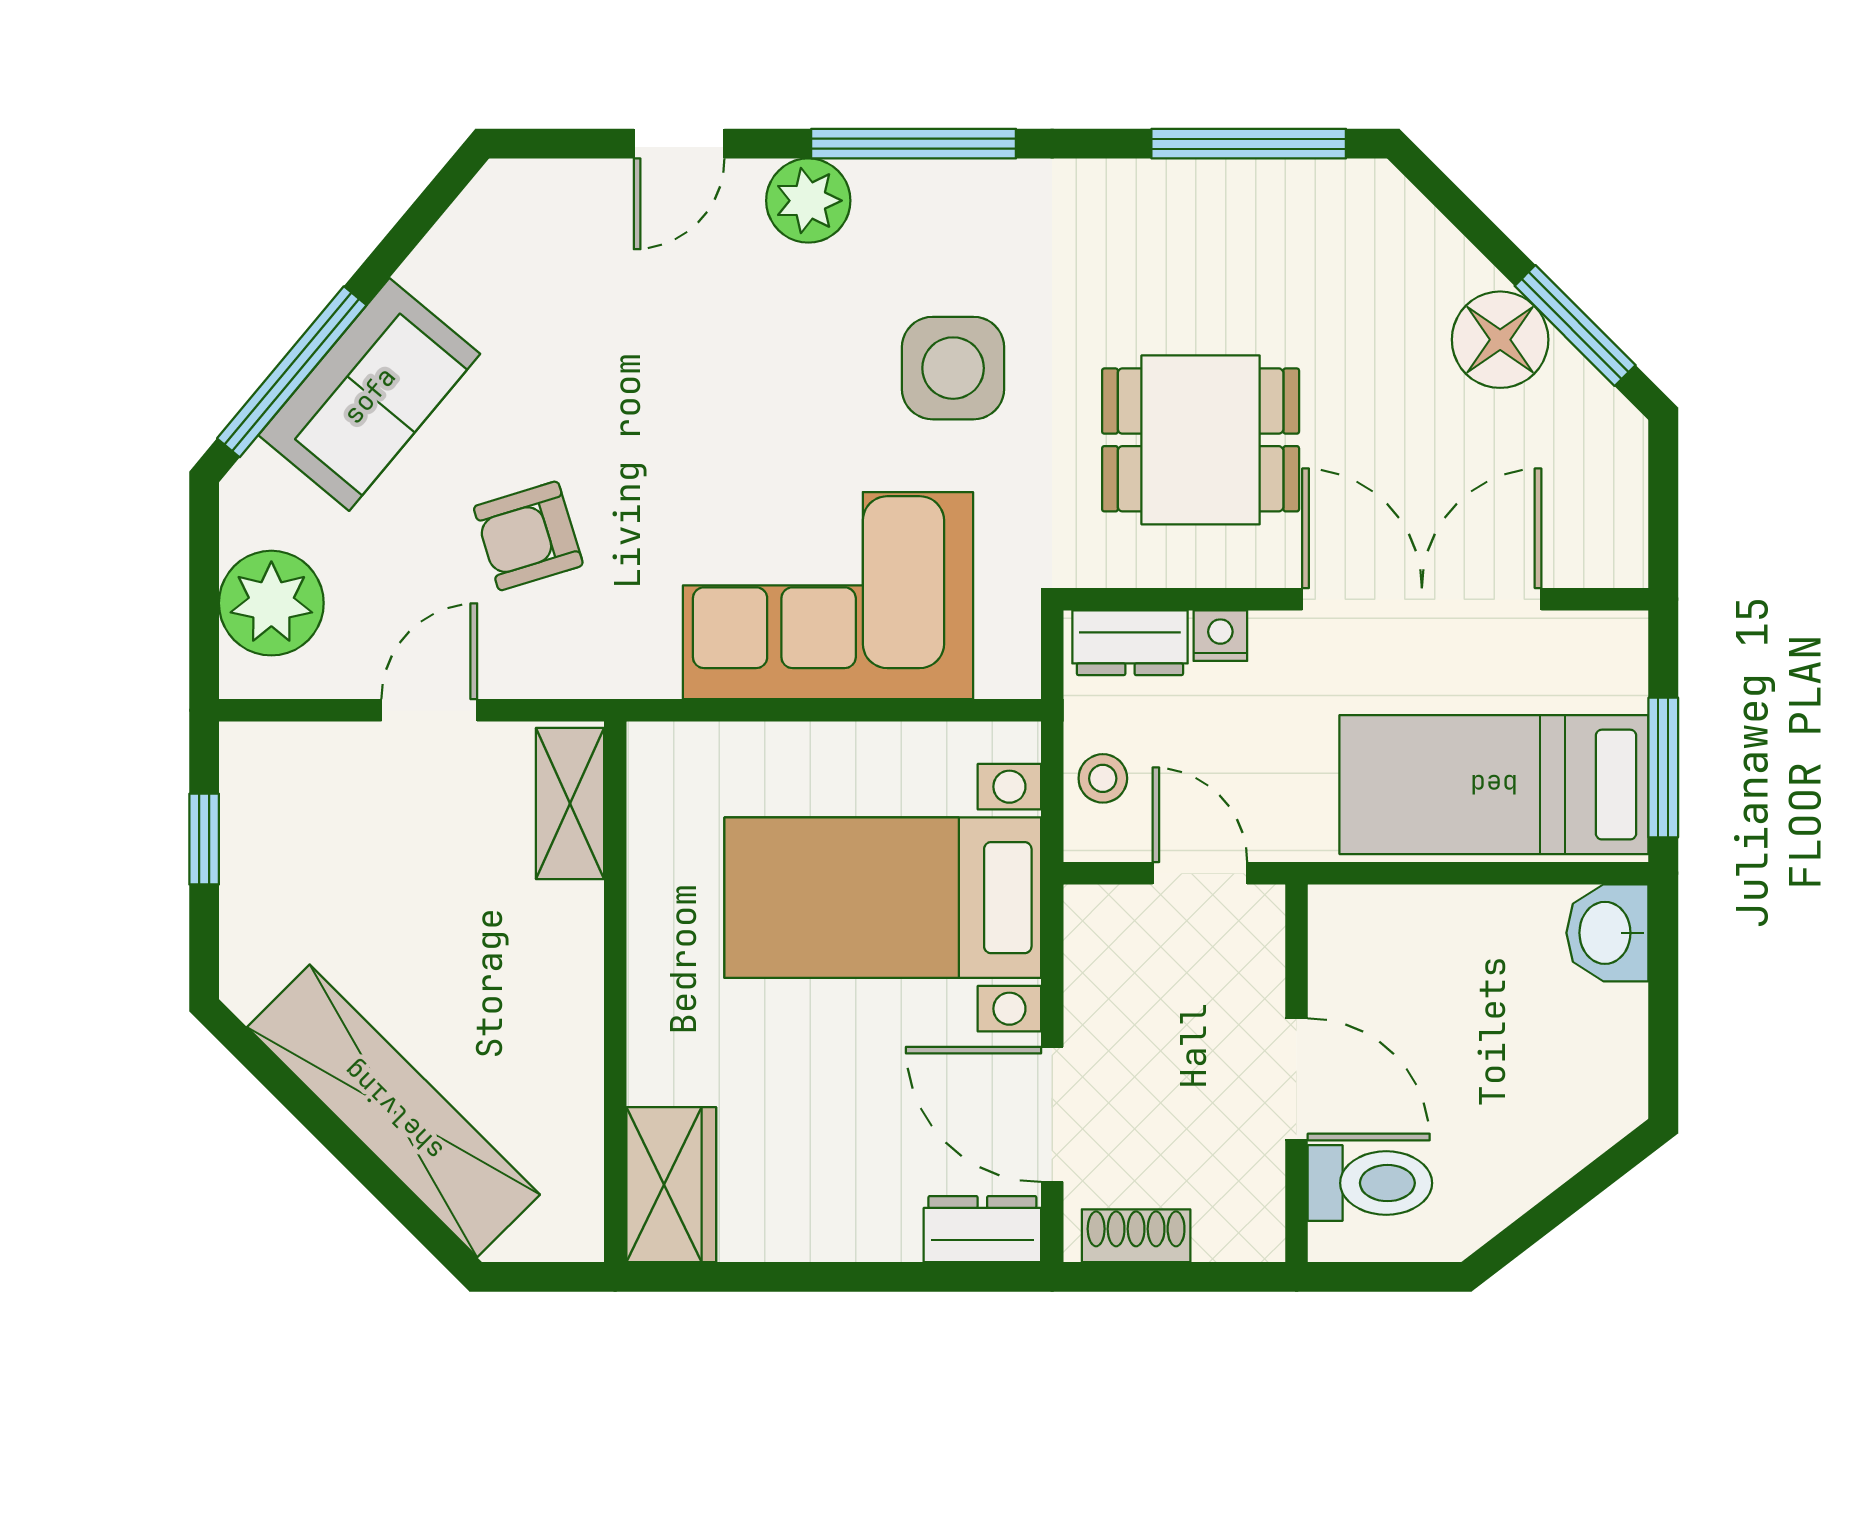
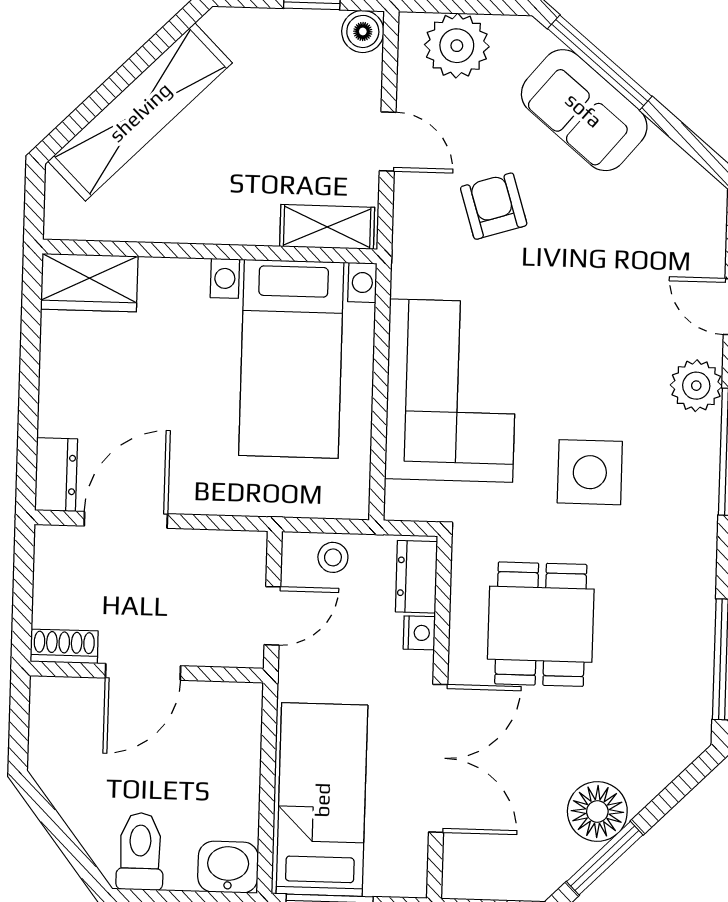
boiler: (253, 755) -> (363, 31), added
bed with nightstands: (883, 898) -> (291, 359), moved, turned 180
toilet: (1370, 1183) -> (140, 851), moved, turned 180
shoe rack: (1136, 1236) -> (64, 646), moved, turned -90

